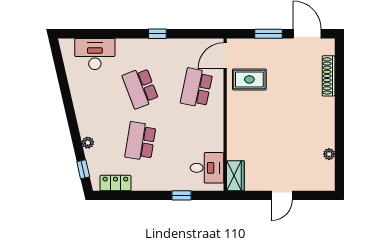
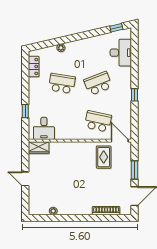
window: (83, 169) -> (116, 28), moved

